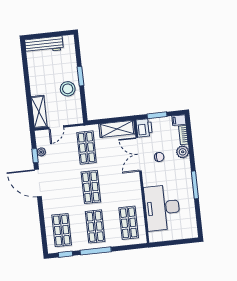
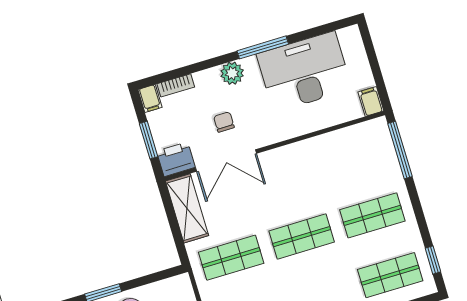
plant: (183, 152) -> (232, 73), moved
desk: (162, 208) -> (304, 72), moved, turned 180
shop shelf: (129, 223) -> (354, 156), removed
filing cabinet: (156, 237) -> (371, 101), added
window: (96, 251) -> (400, 150), moved

